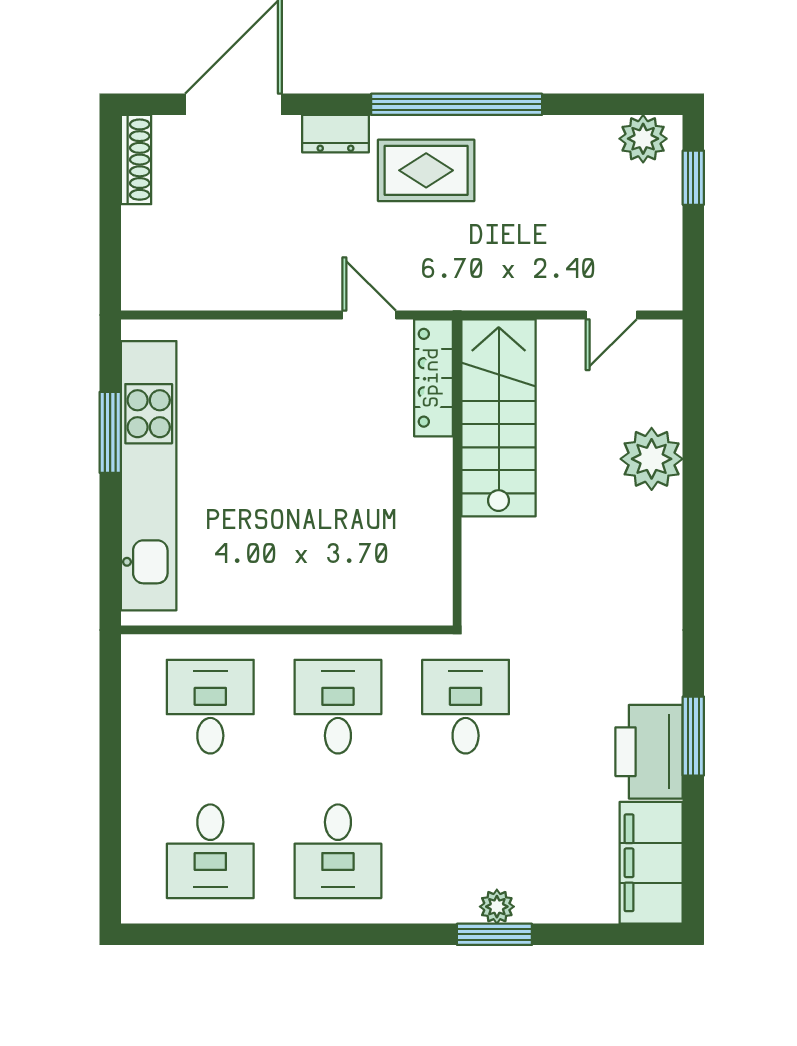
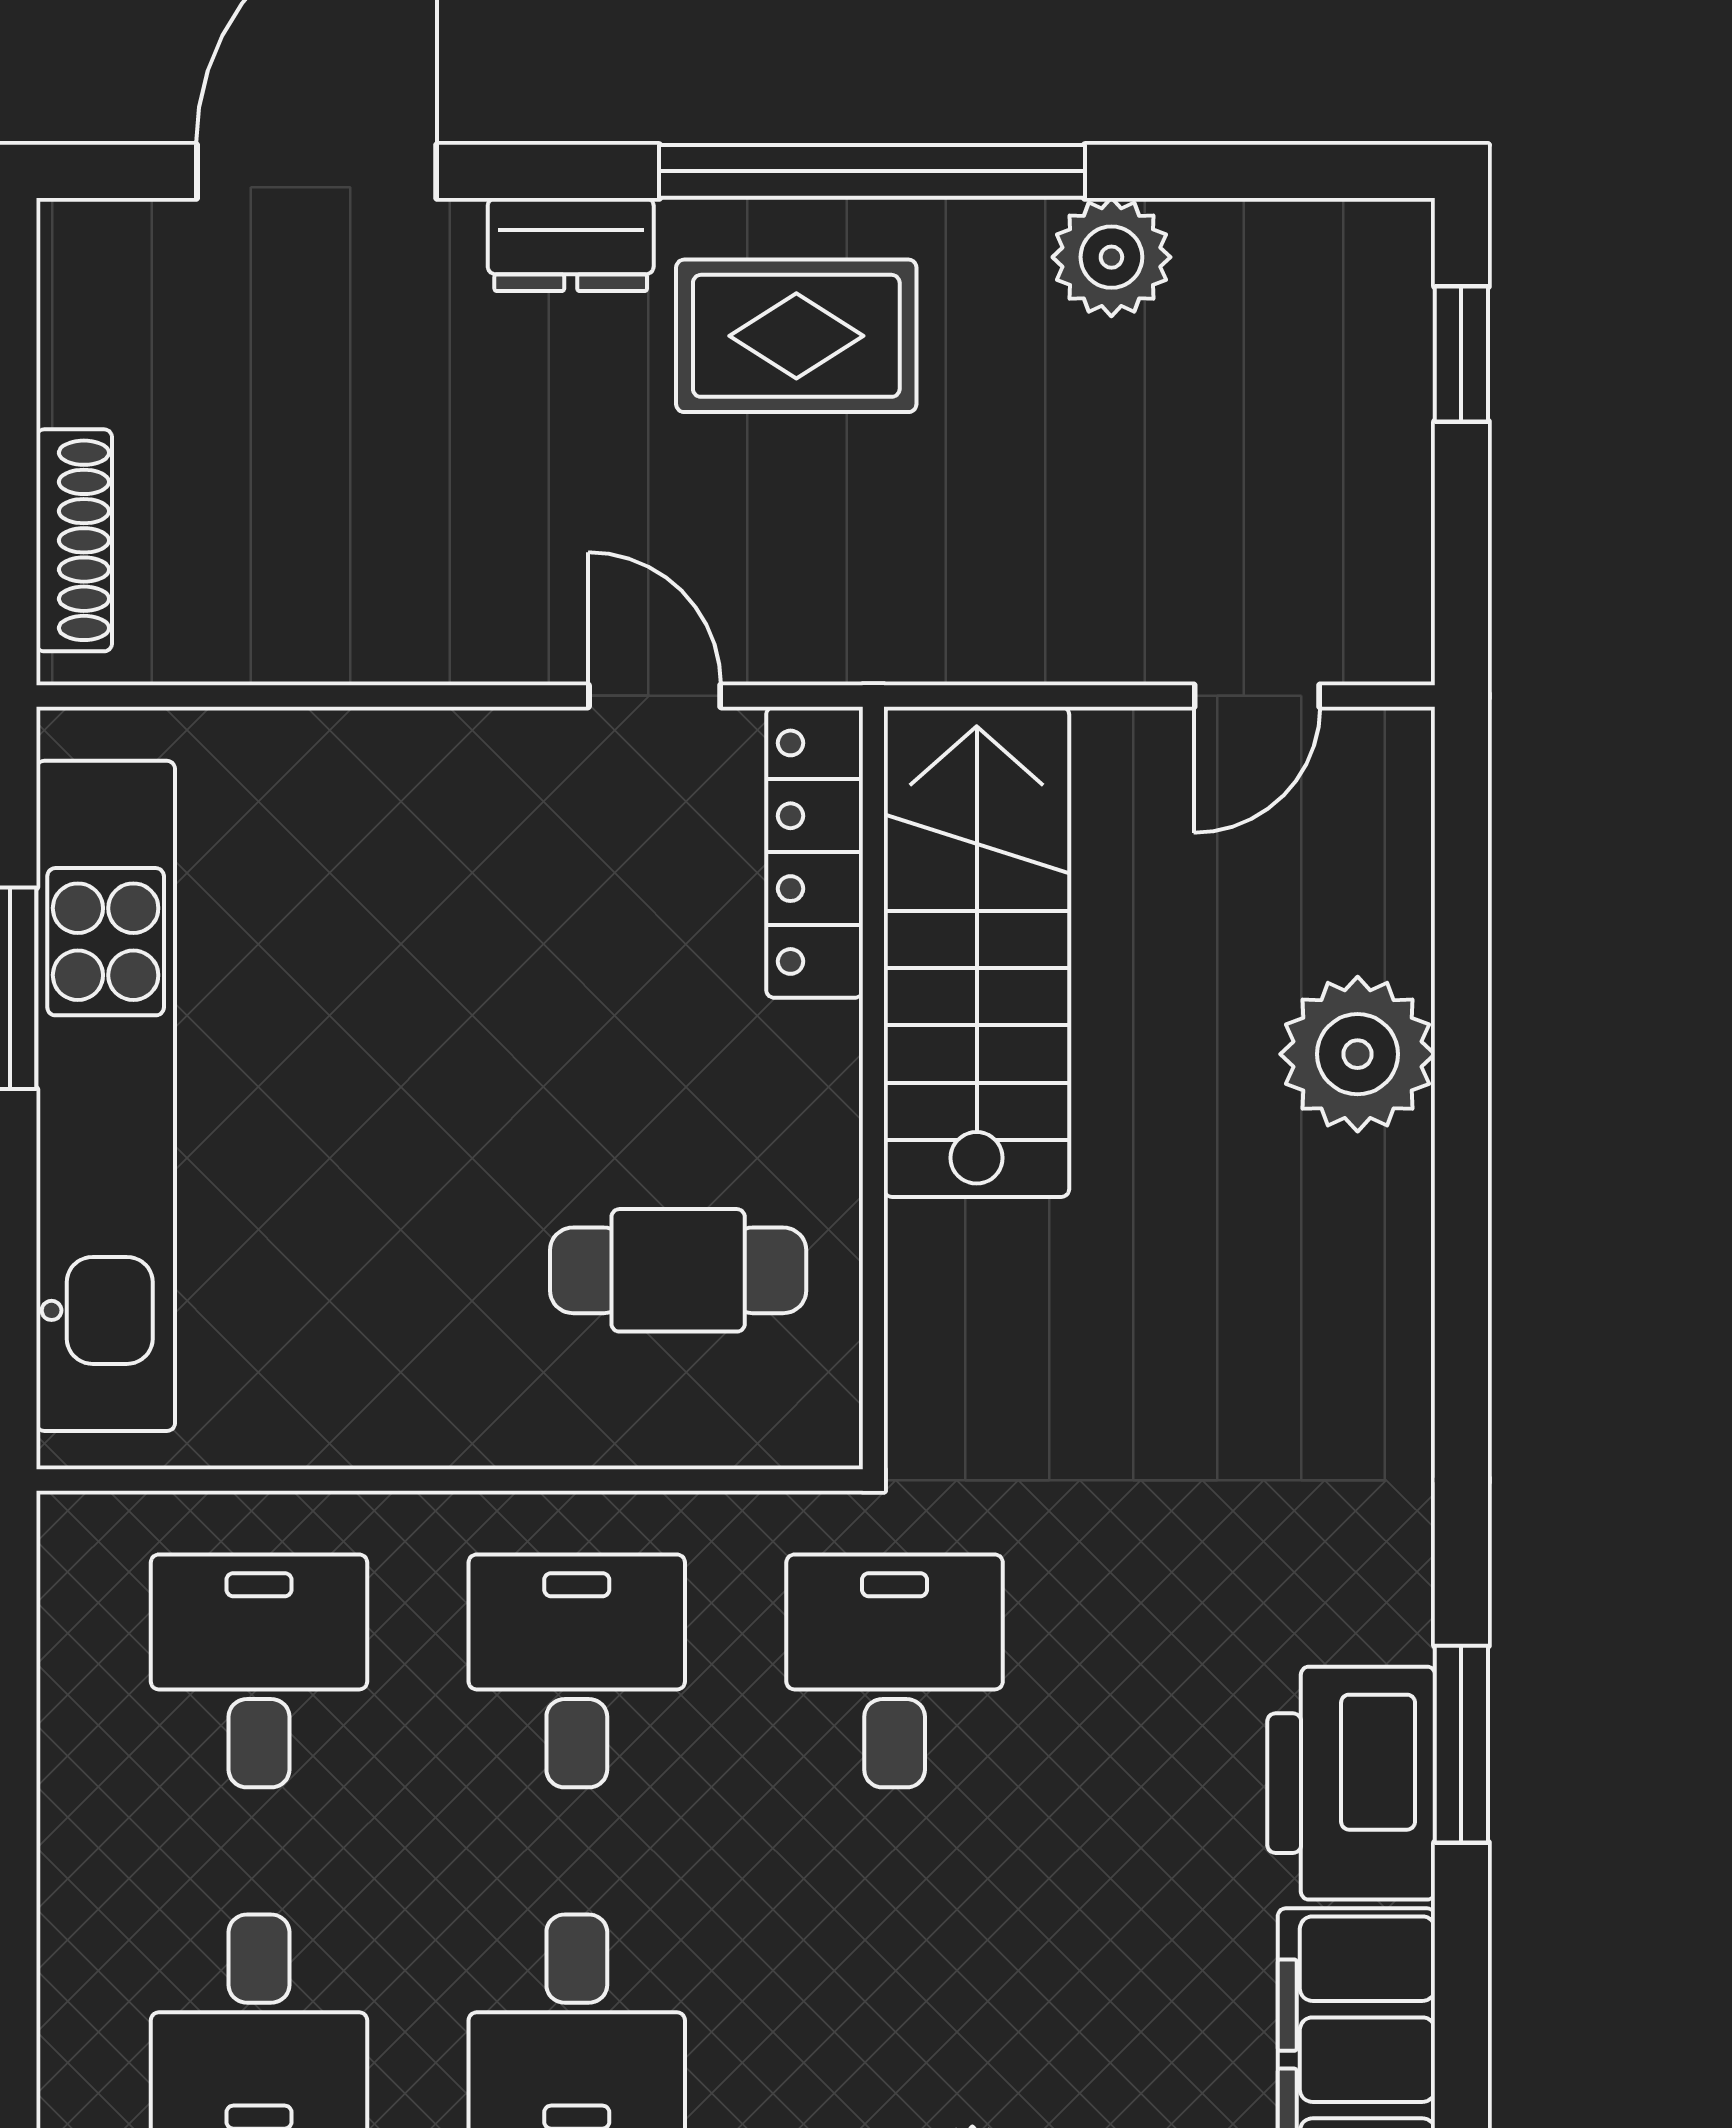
plant: (643, 139) -> (1111, 257), moved
shoe rack: (136, 160) -> (74, 540), moved
cafe table: (379, 546) -> (678, 1270), added

